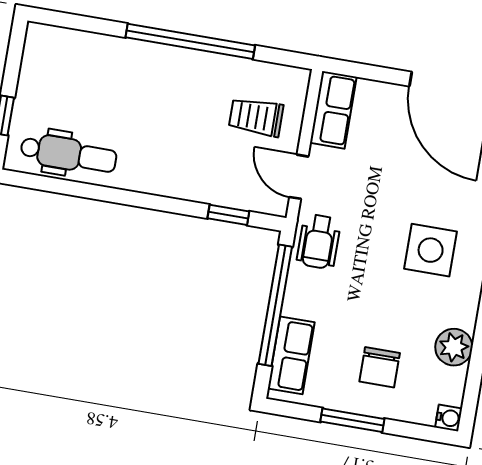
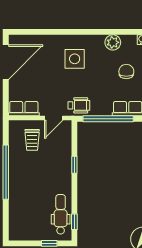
window: (45, 184) -> (74, 222), added
window: (228, 215) -> (74, 165), moved
chair: (380, 367) -> (126, 72), turned -90

